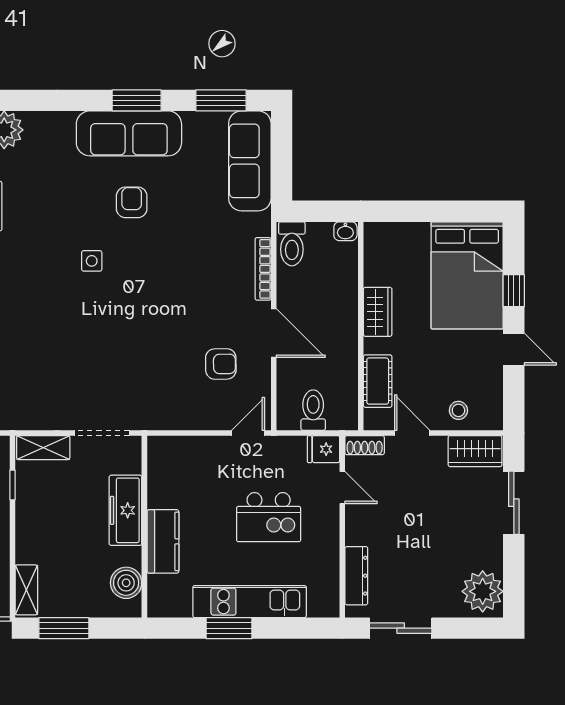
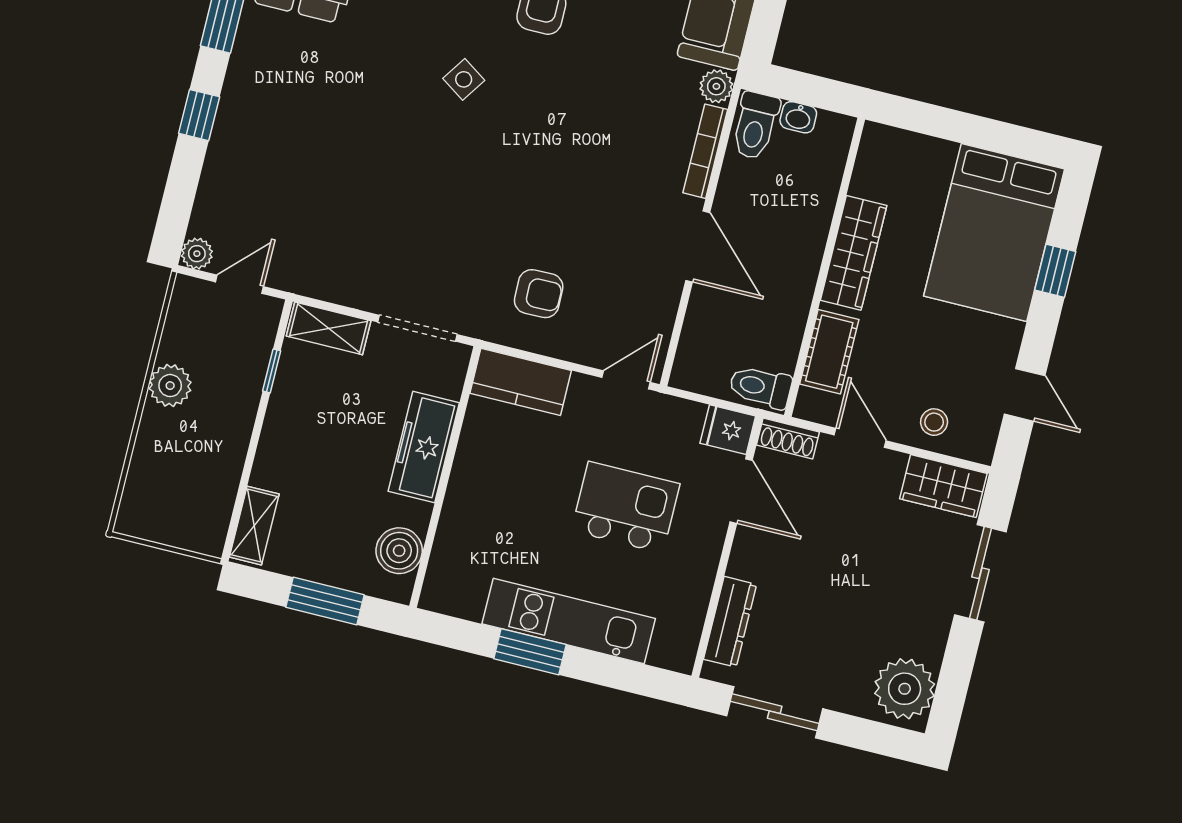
plant: (260, 224) -> (716, 86), added
washbasin: (345, 231) -> (798, 117), moved
side table: (92, 261) -> (464, 79), turned 34
wardrobe: (378, 312) -> (854, 253), width x1.50
door: (514, 349) -> (1025, 395), moved
armchair: (221, 364) -> (539, 294), moved
toilet: (313, 410) -> (760, 387), moved, turned -90
door: (342, 487) -> (741, 491), width x1.37
kitchen island: (269, 517) -> (626, 507), turned 180
kitchen counter: (163, 541) -> (521, 382), moved, turned 90
window: (64, 628) -> (325, 601), moved

